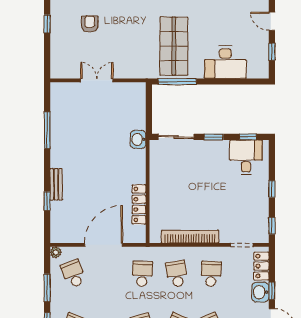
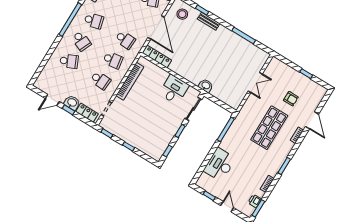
door: (272, 21) -> (227, 207), hinge flipped
shop shelf: (174, 46) -> (269, 128), moved, turned 90
desk: (246, 157) -> (174, 89), moved, turned -90
locker: (139, 204) -> (157, 57), moved
stool: (67, 222) -> (182, 14), added

